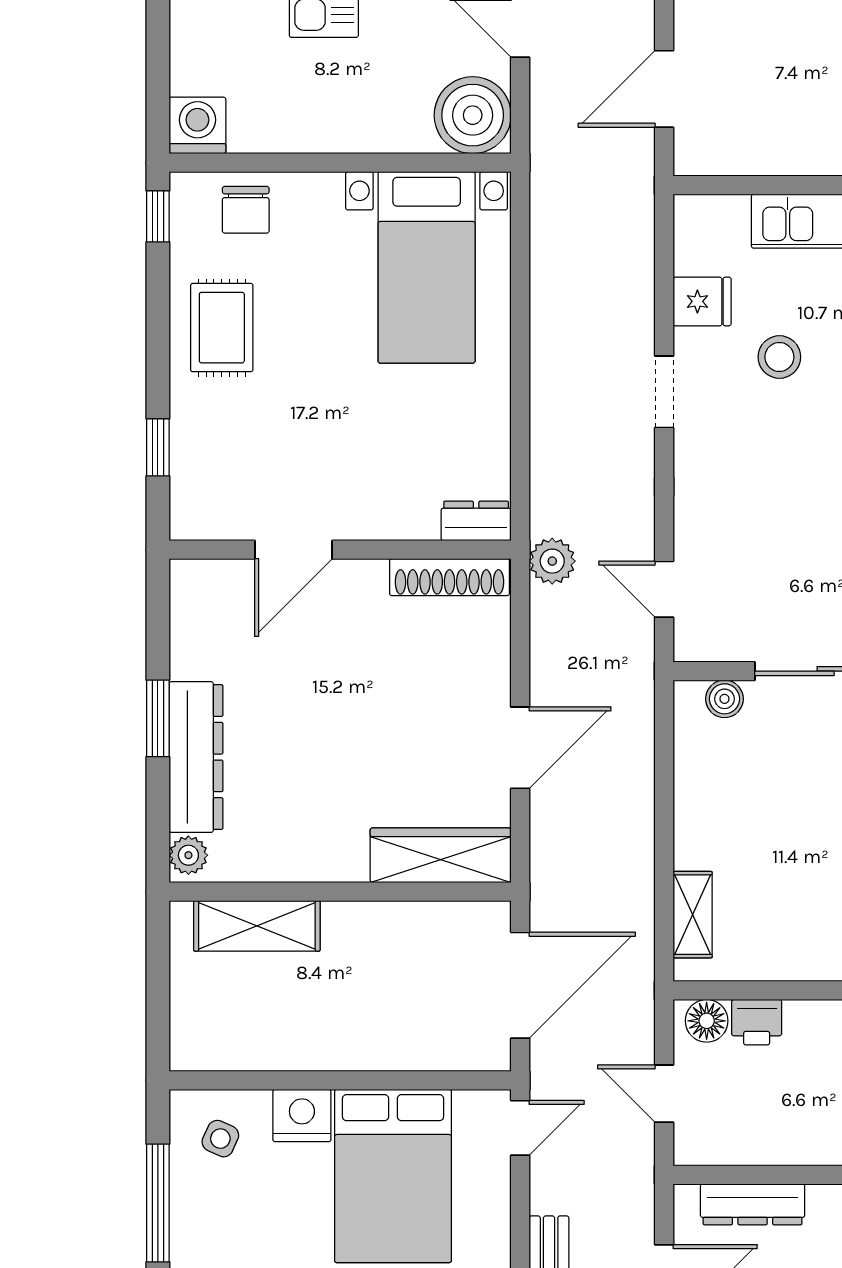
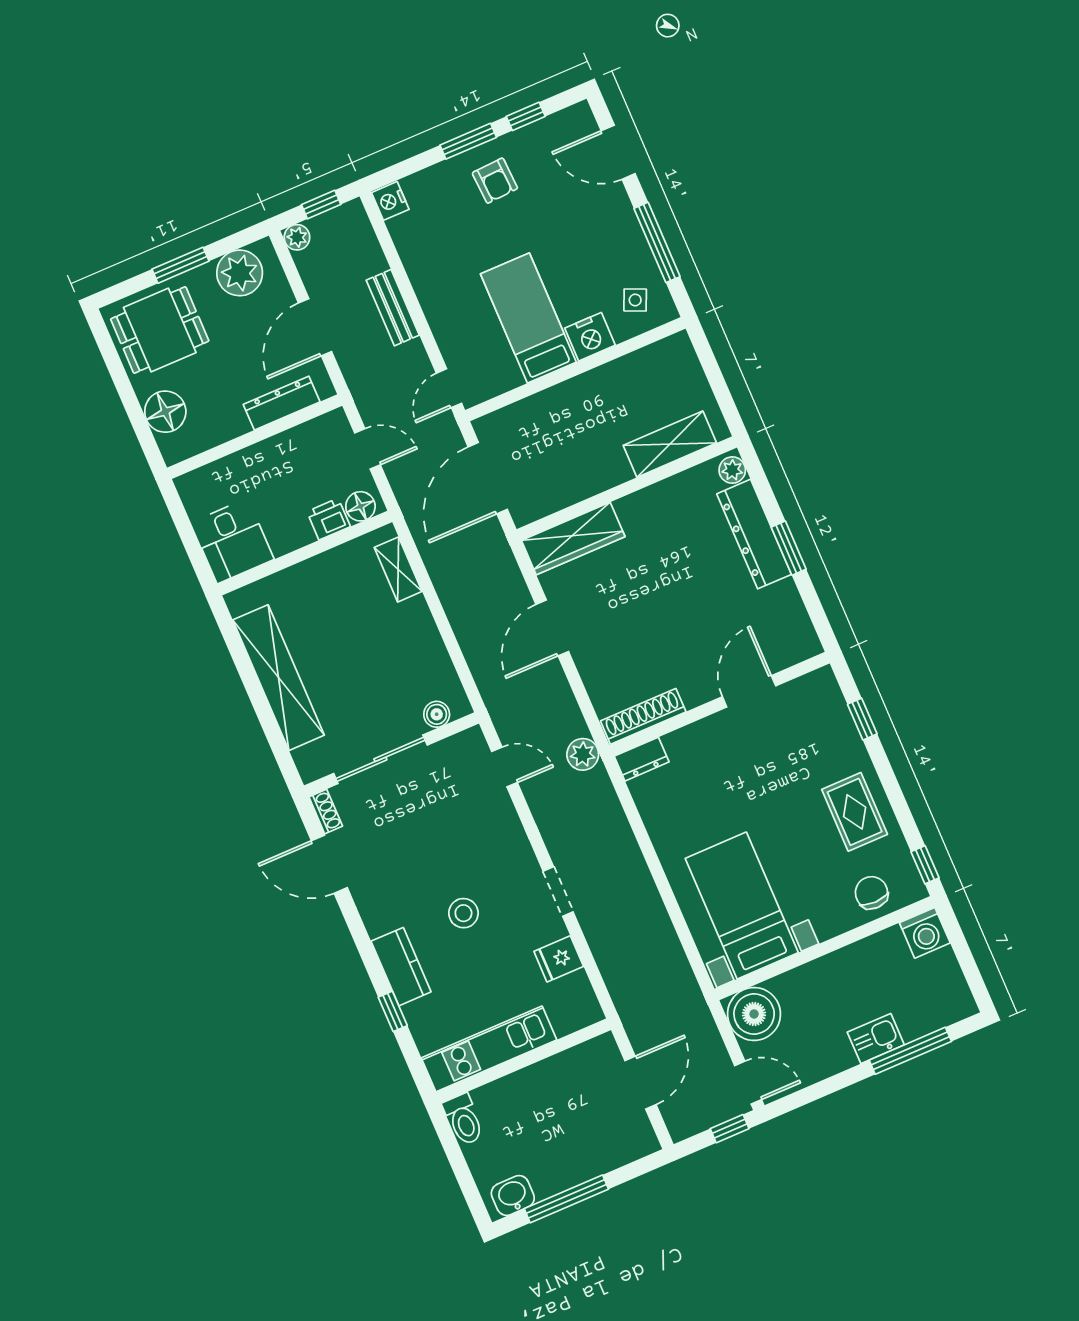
stool: (779, 357) -> (463, 913), moved
bed: (393, 1176) -> (528, 318), width x0.67

